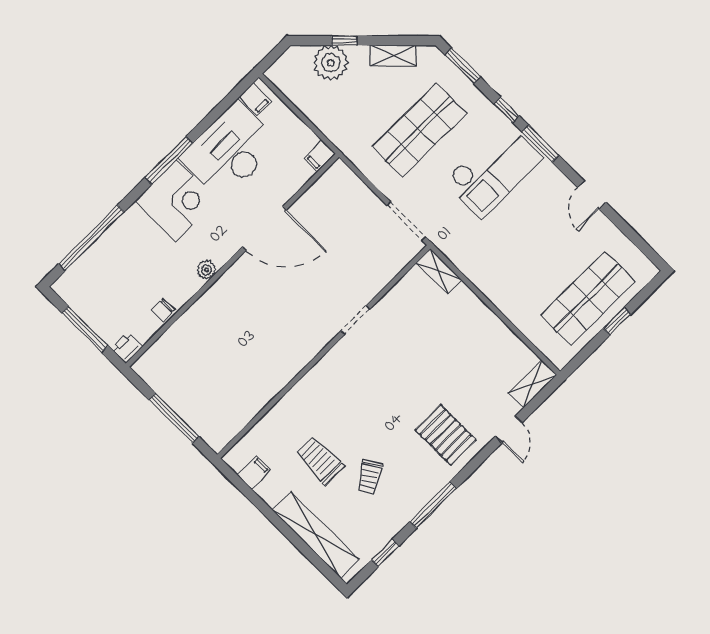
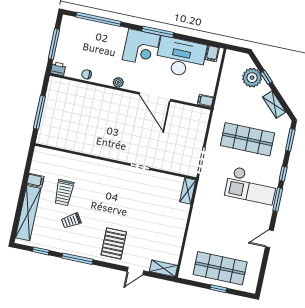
trolley: (320, 460) -> (64, 193), turned 180
filing cabinet: (254, 472) -> (35, 180), moved

